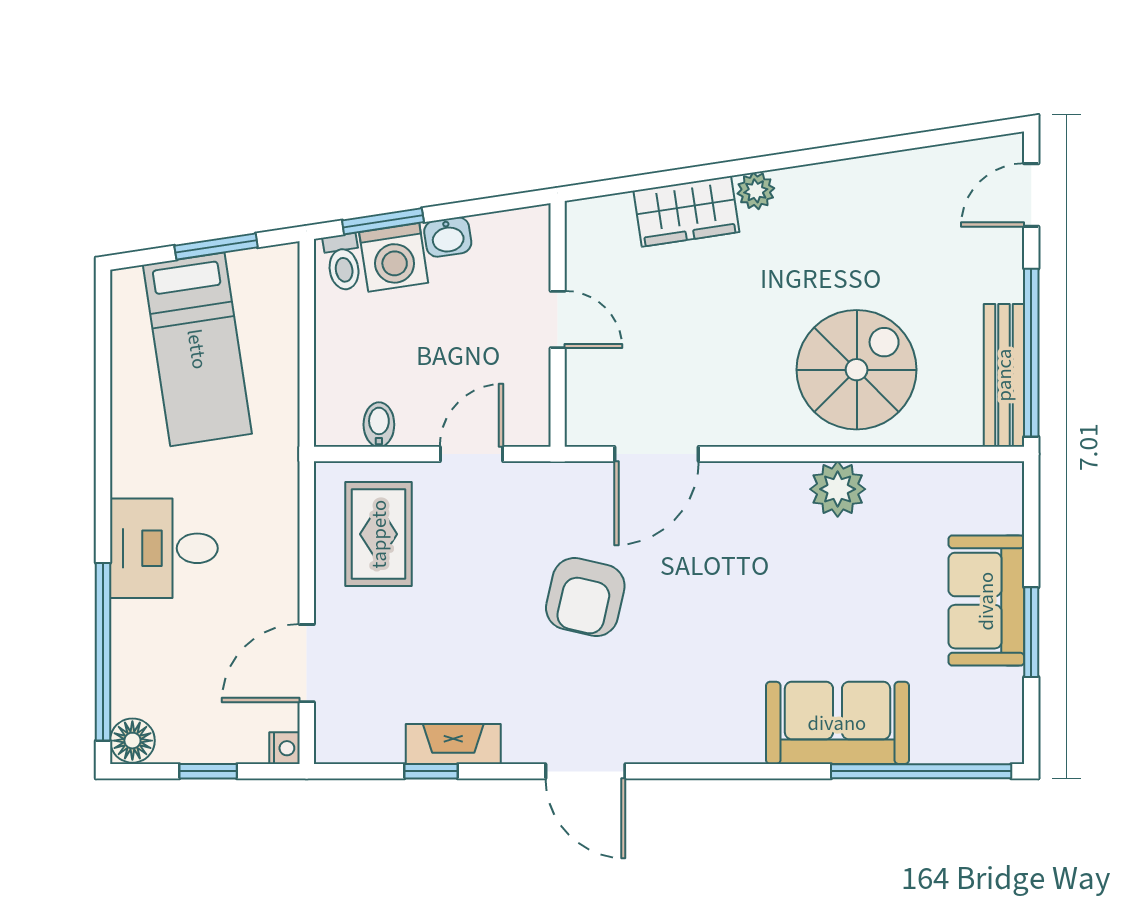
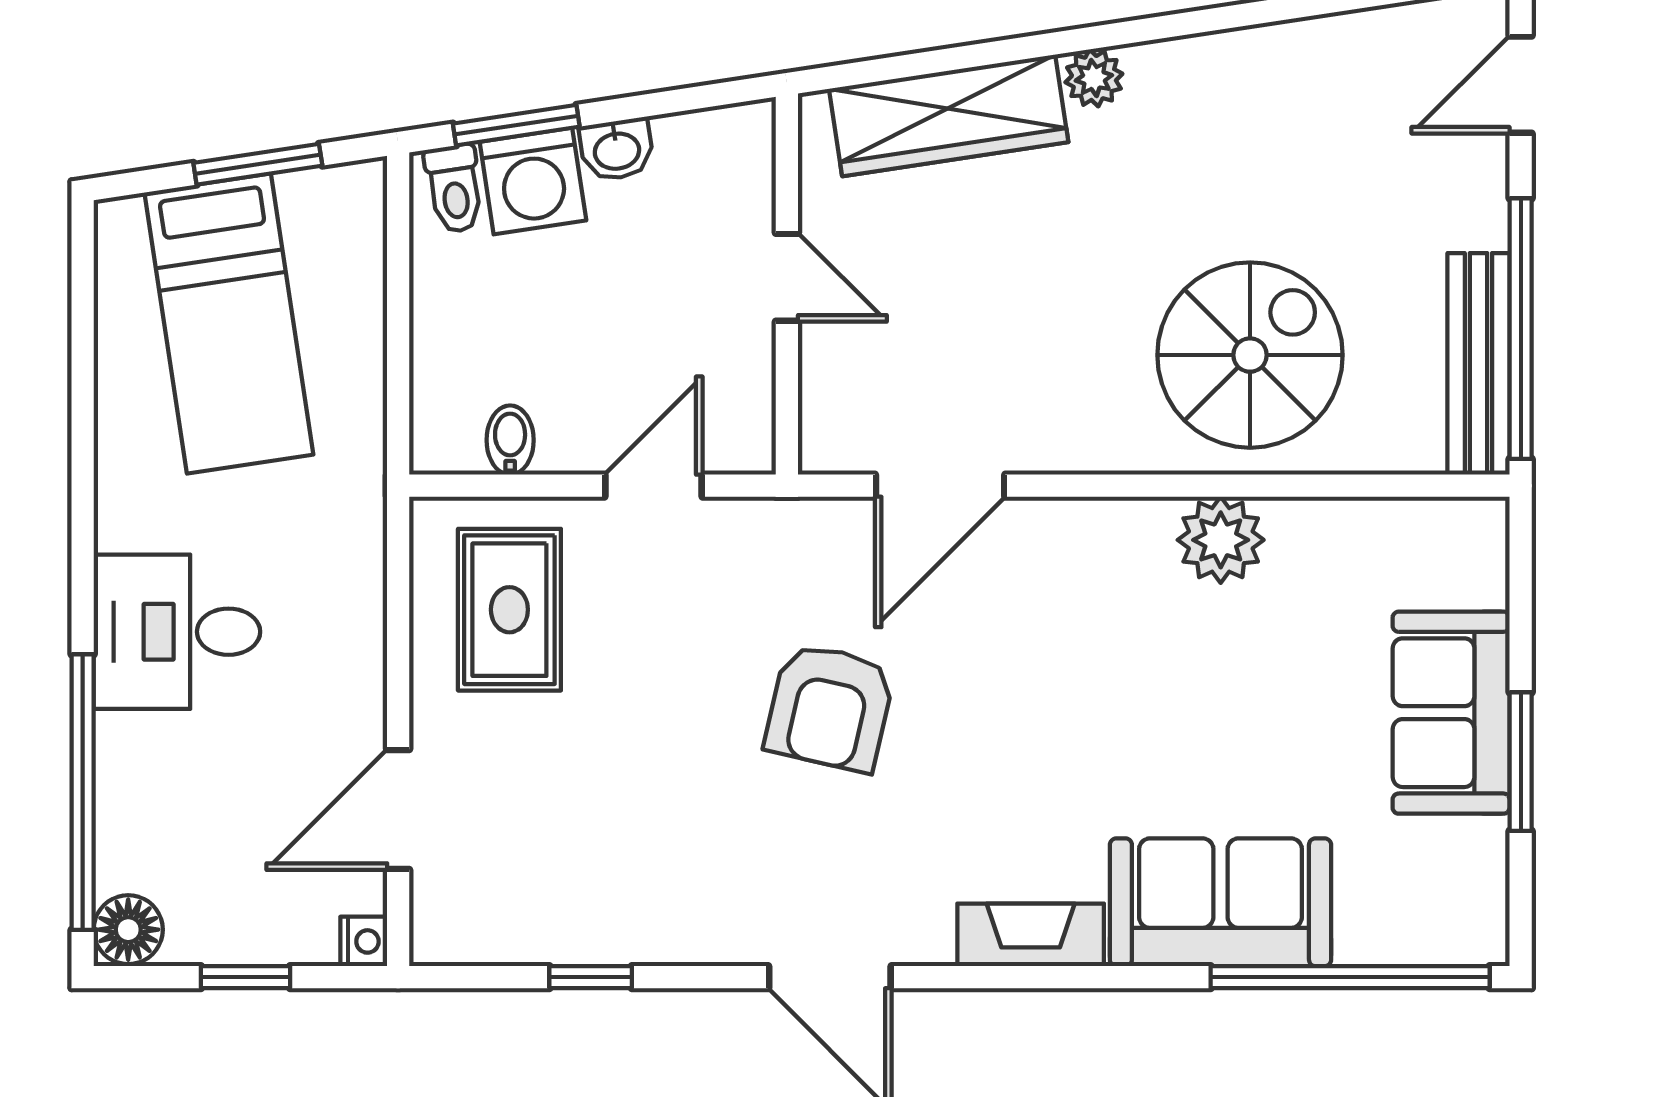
wardrobe: (686, 211) -> (949, 115), width x1.50
fireplace: (453, 744) -> (1031, 935), moved

